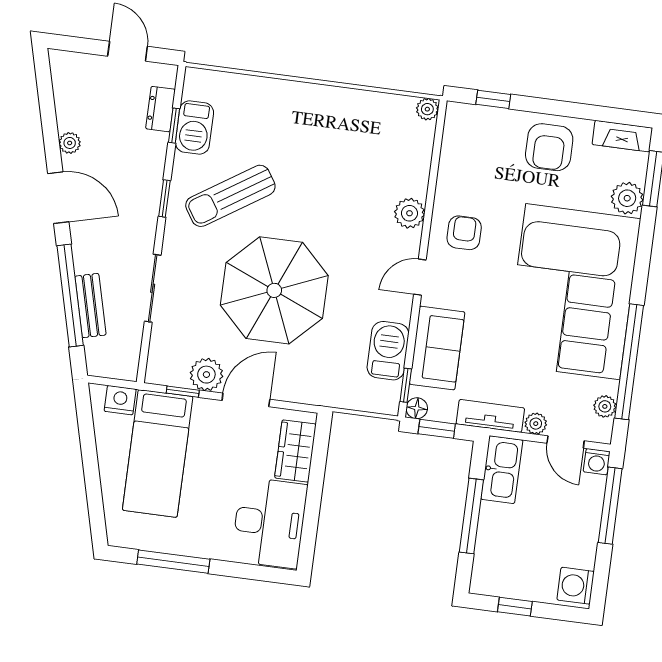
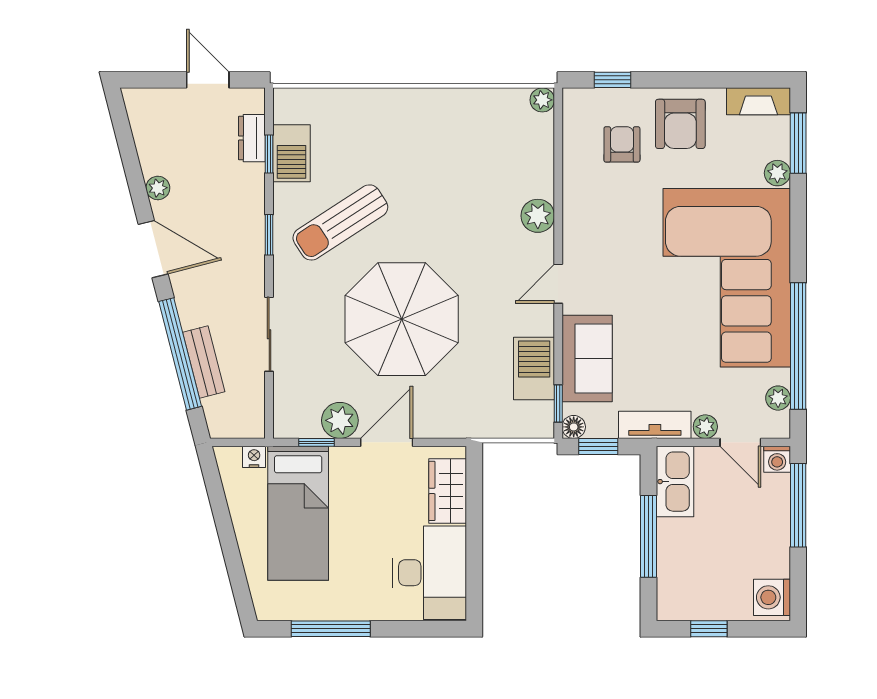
plant: (627, 198) -> (777, 173), width x0.73, depth x0.73
armchair: (464, 233) -> (622, 144), moved
nightstand: (120, 400) -> (254, 457), width x0.72, depth x0.74

